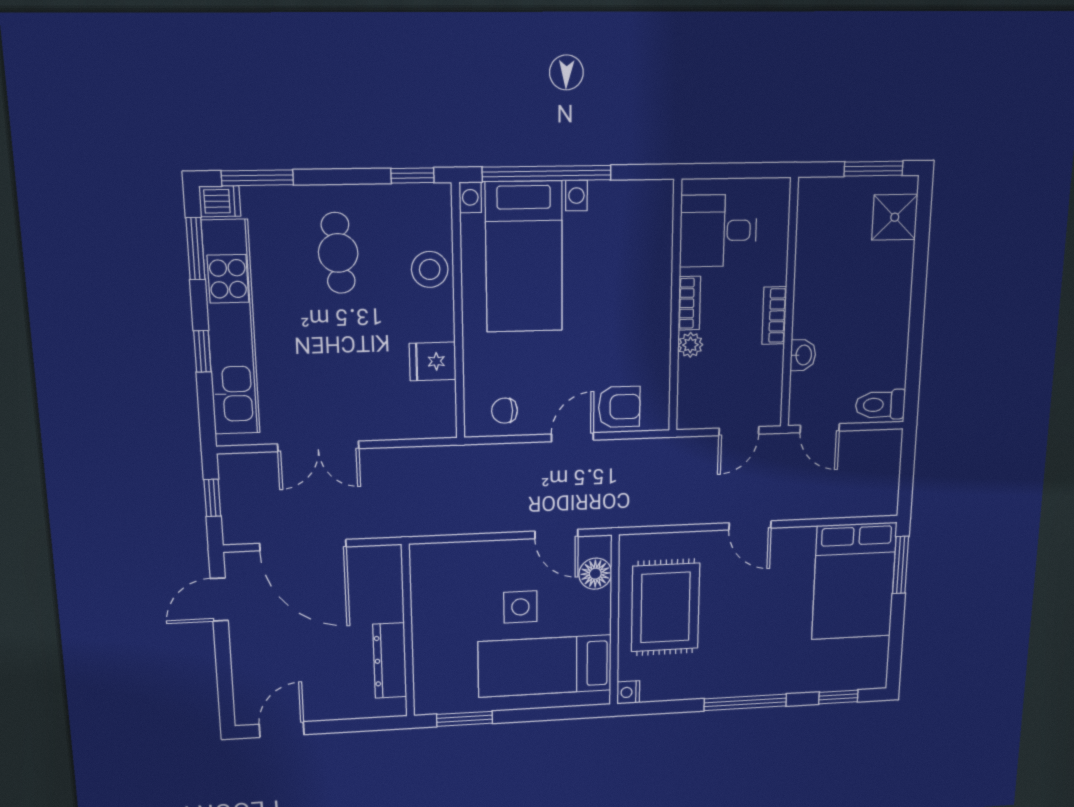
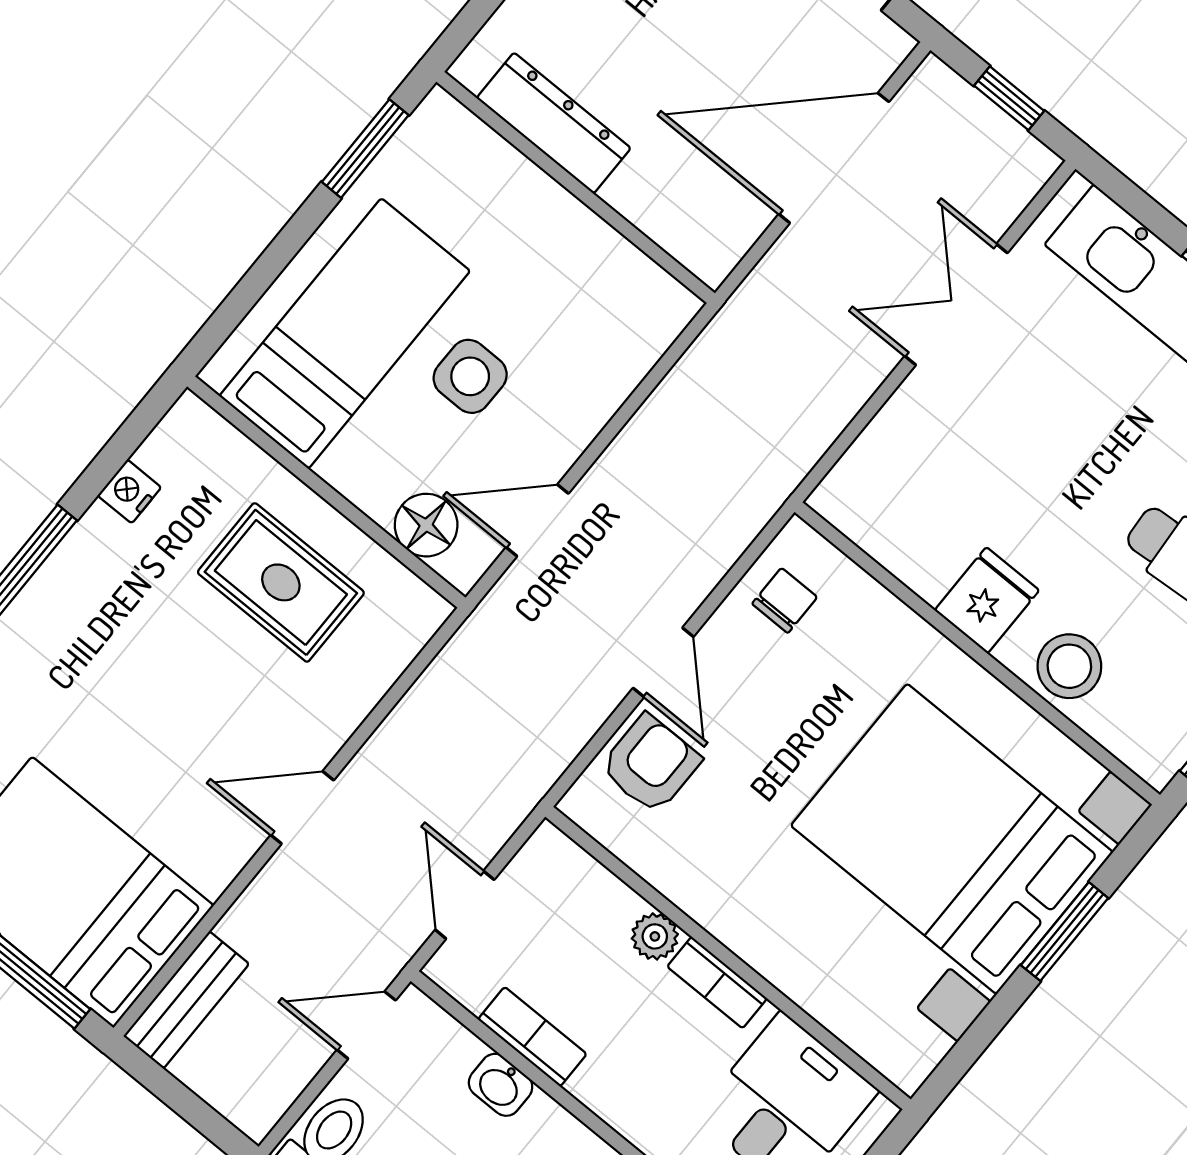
window: (547, 174) -> (1065, 932), width x0.47
bed with nightstands: (524, 257) -> (952, 839), width x1.36
bookcase: (774, 316) -> (532, 1037), moved
fridge: (433, 361) -> (987, 600), moved
armchair: (619, 407) -> (651, 764), turned 180
bench: (864, 505) -> (186, 1000), added
rug: (665, 607) -> (281, 582), width x0.73, depth x0.70
nightstand: (628, 692) -> (129, 491), moved, turned -90

